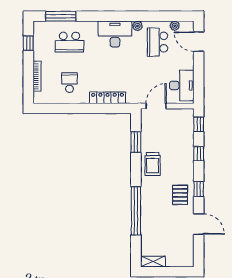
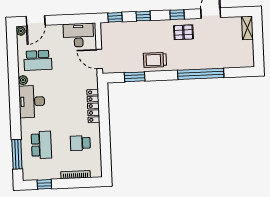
plant: (175, 26) -> (21, 31), moved
trolley: (153, 164) -> (155, 60), turned 180
shelving: (153, 262) -> (247, 28), moved

